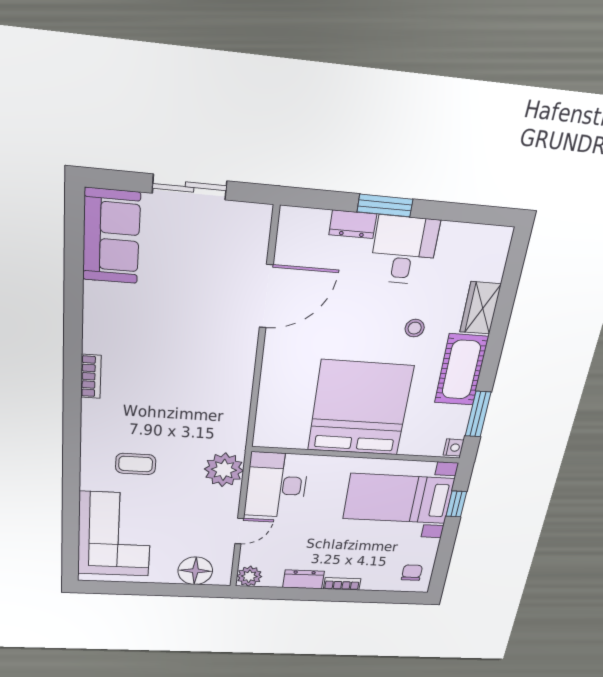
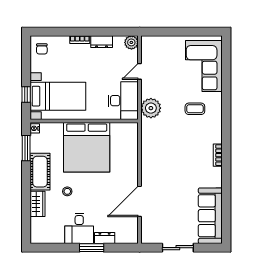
sofa: (111, 236) -> (210, 216), width x1.36
floor lamp: (195, 571) -> (161, 45), removed

